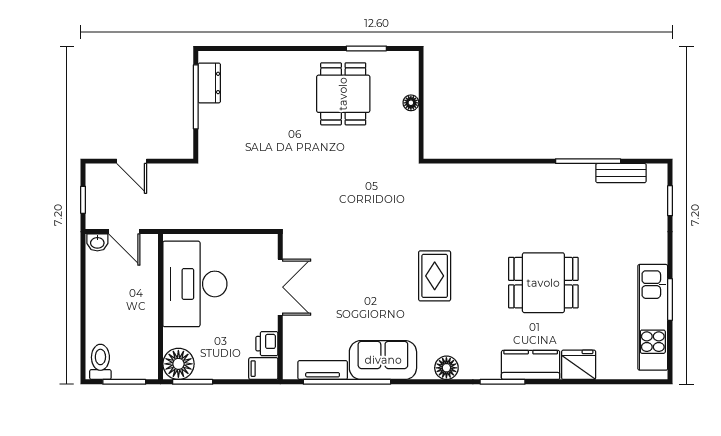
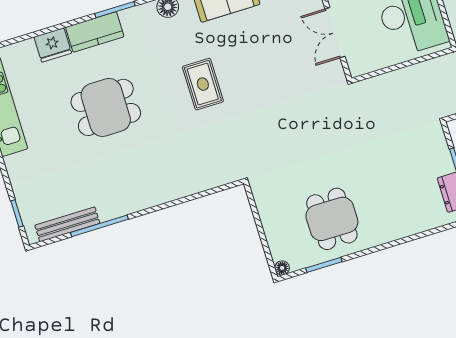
floor lamp: (411, 103) -> (282, 268), moved
bench: (621, 173) -> (67, 224), width x1.36

